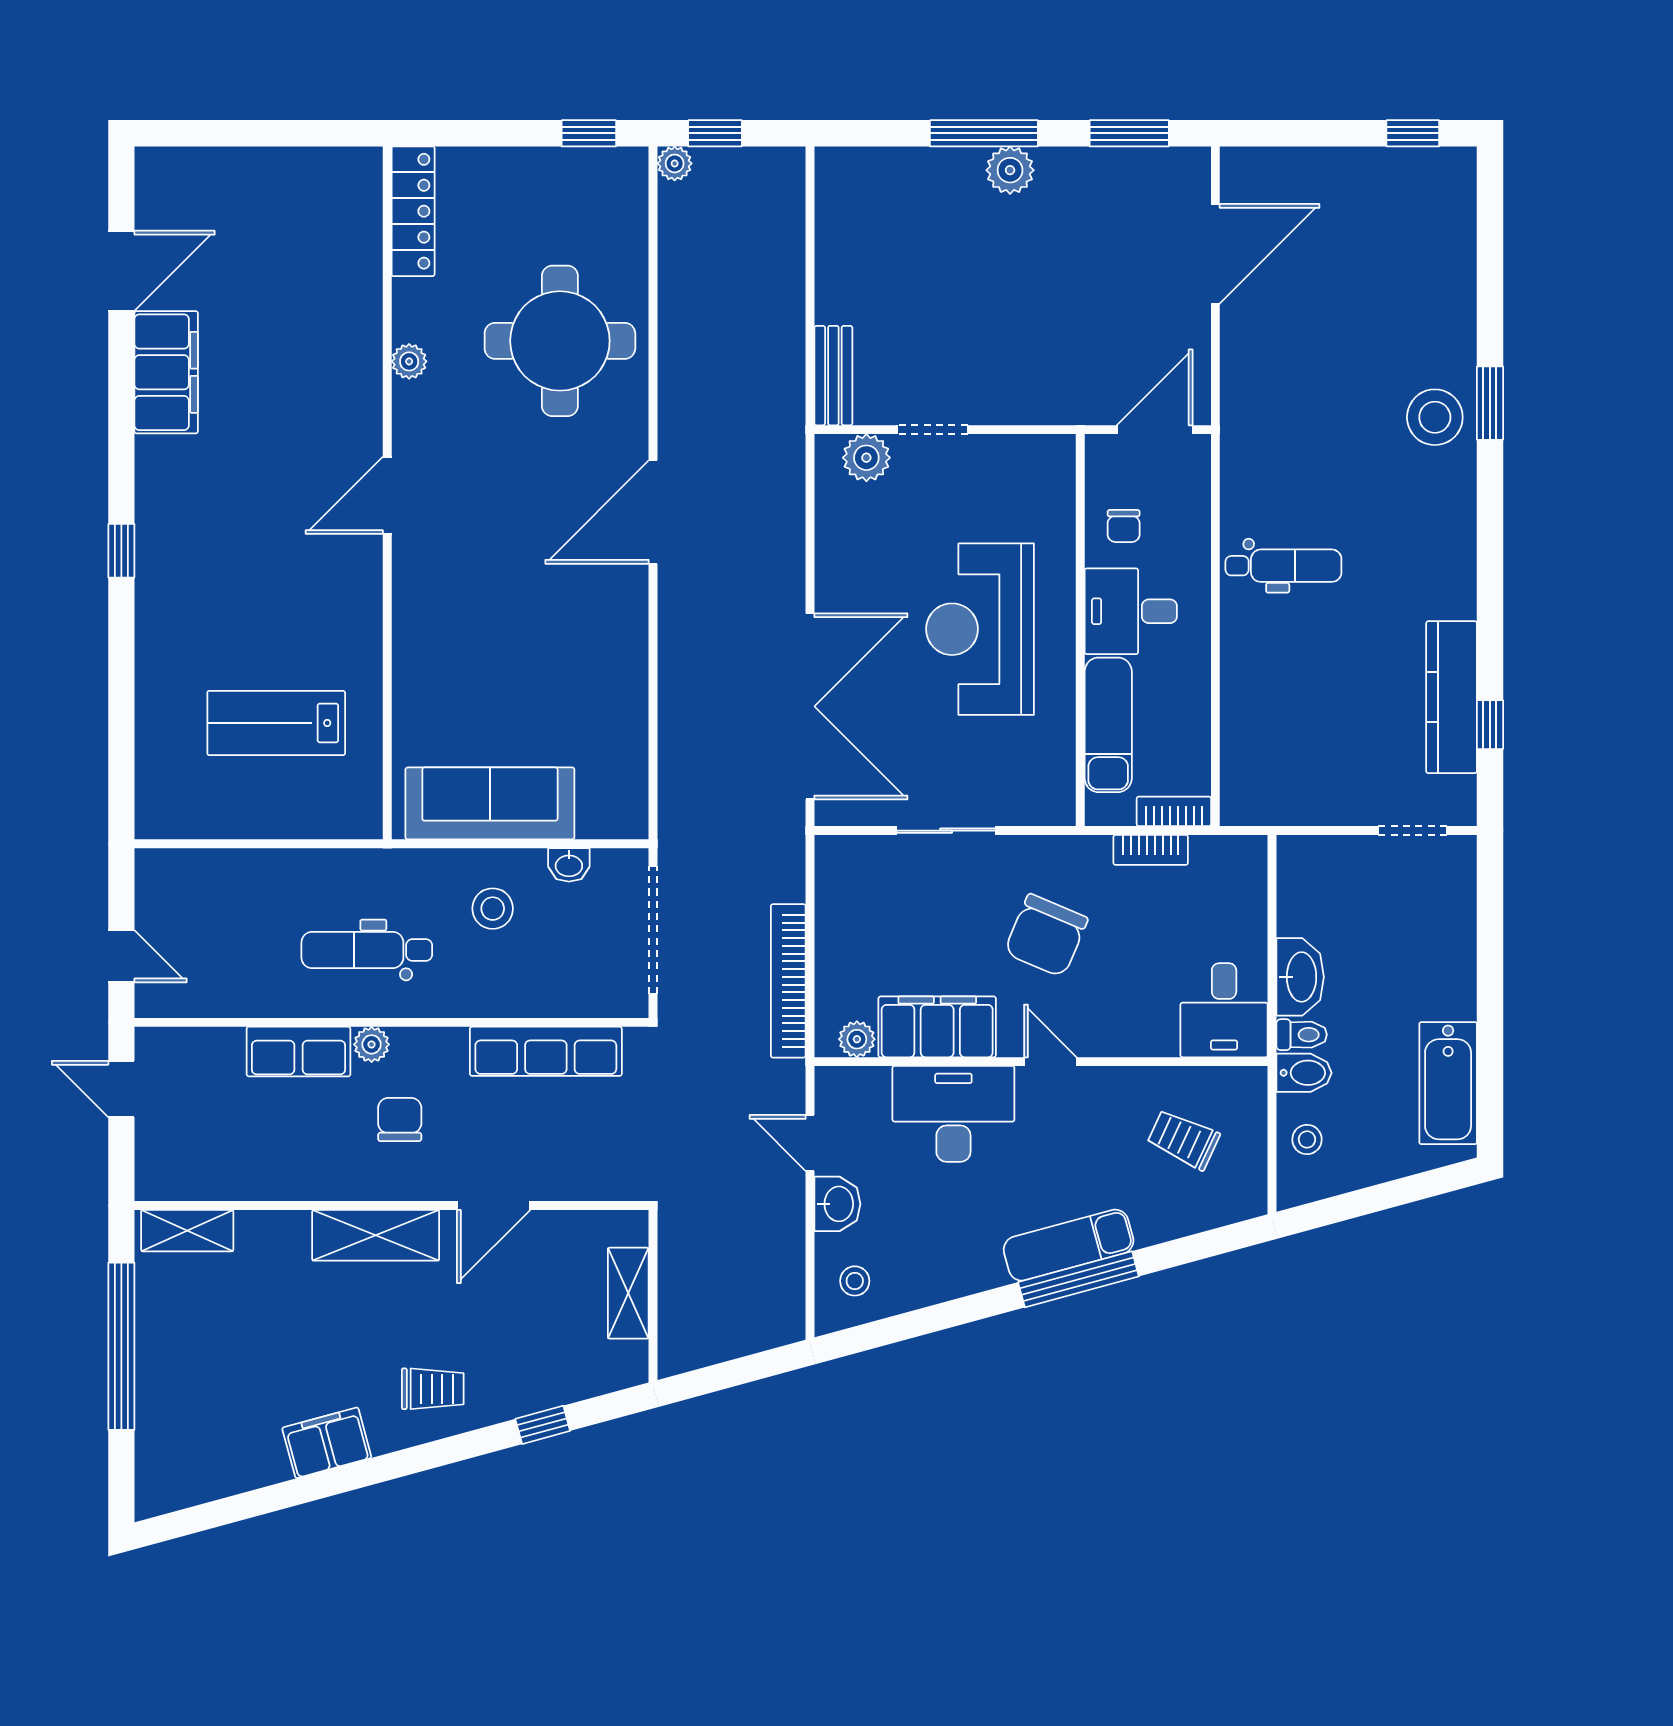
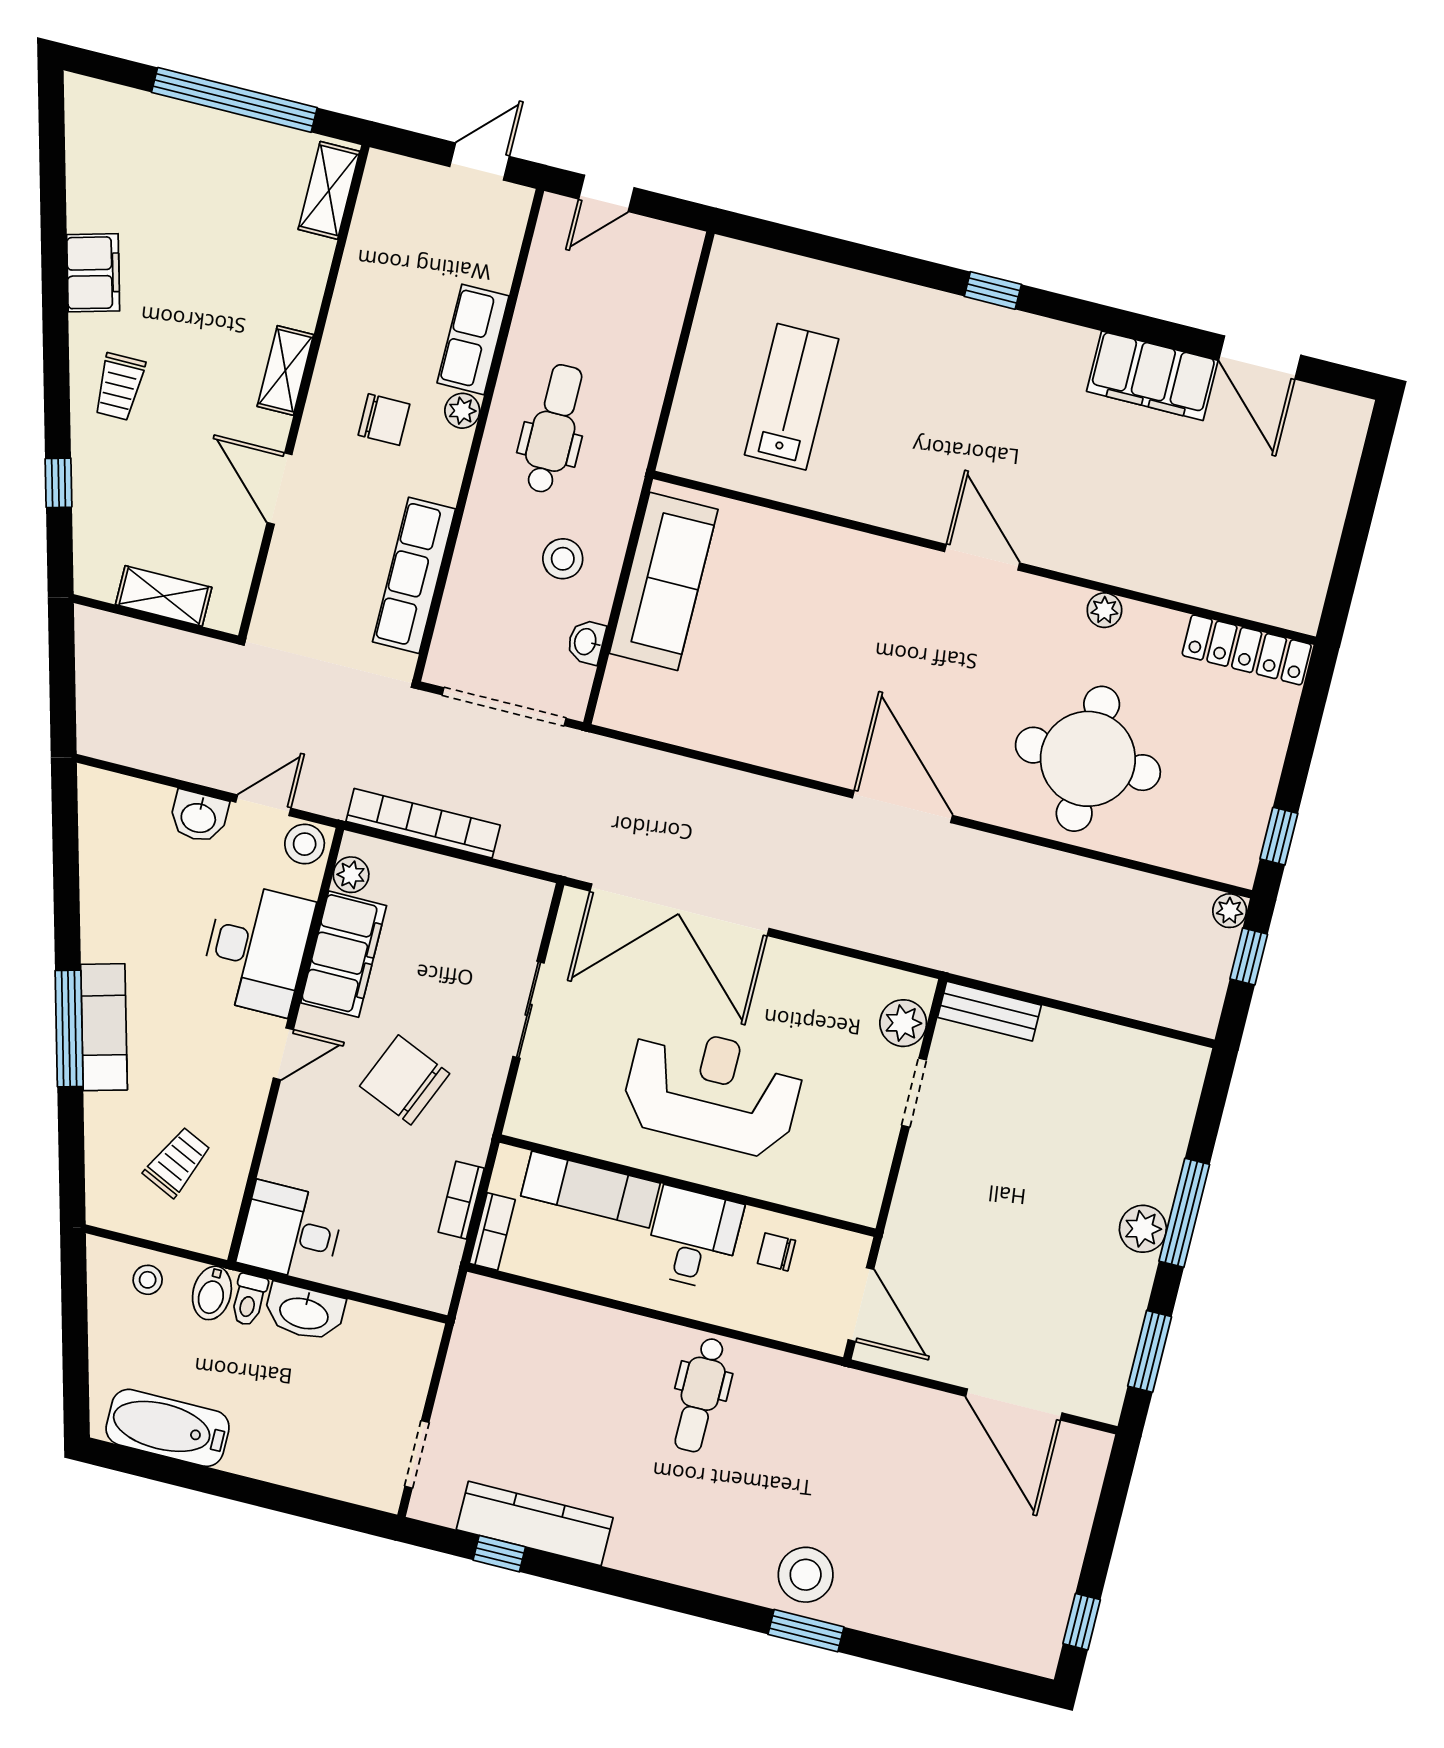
shelving: (376, 1235) -> (285, 371), width x0.67, depth x0.75
stool: (855, 1281) -> (305, 844), moved, width x1.37, depth x1.37

